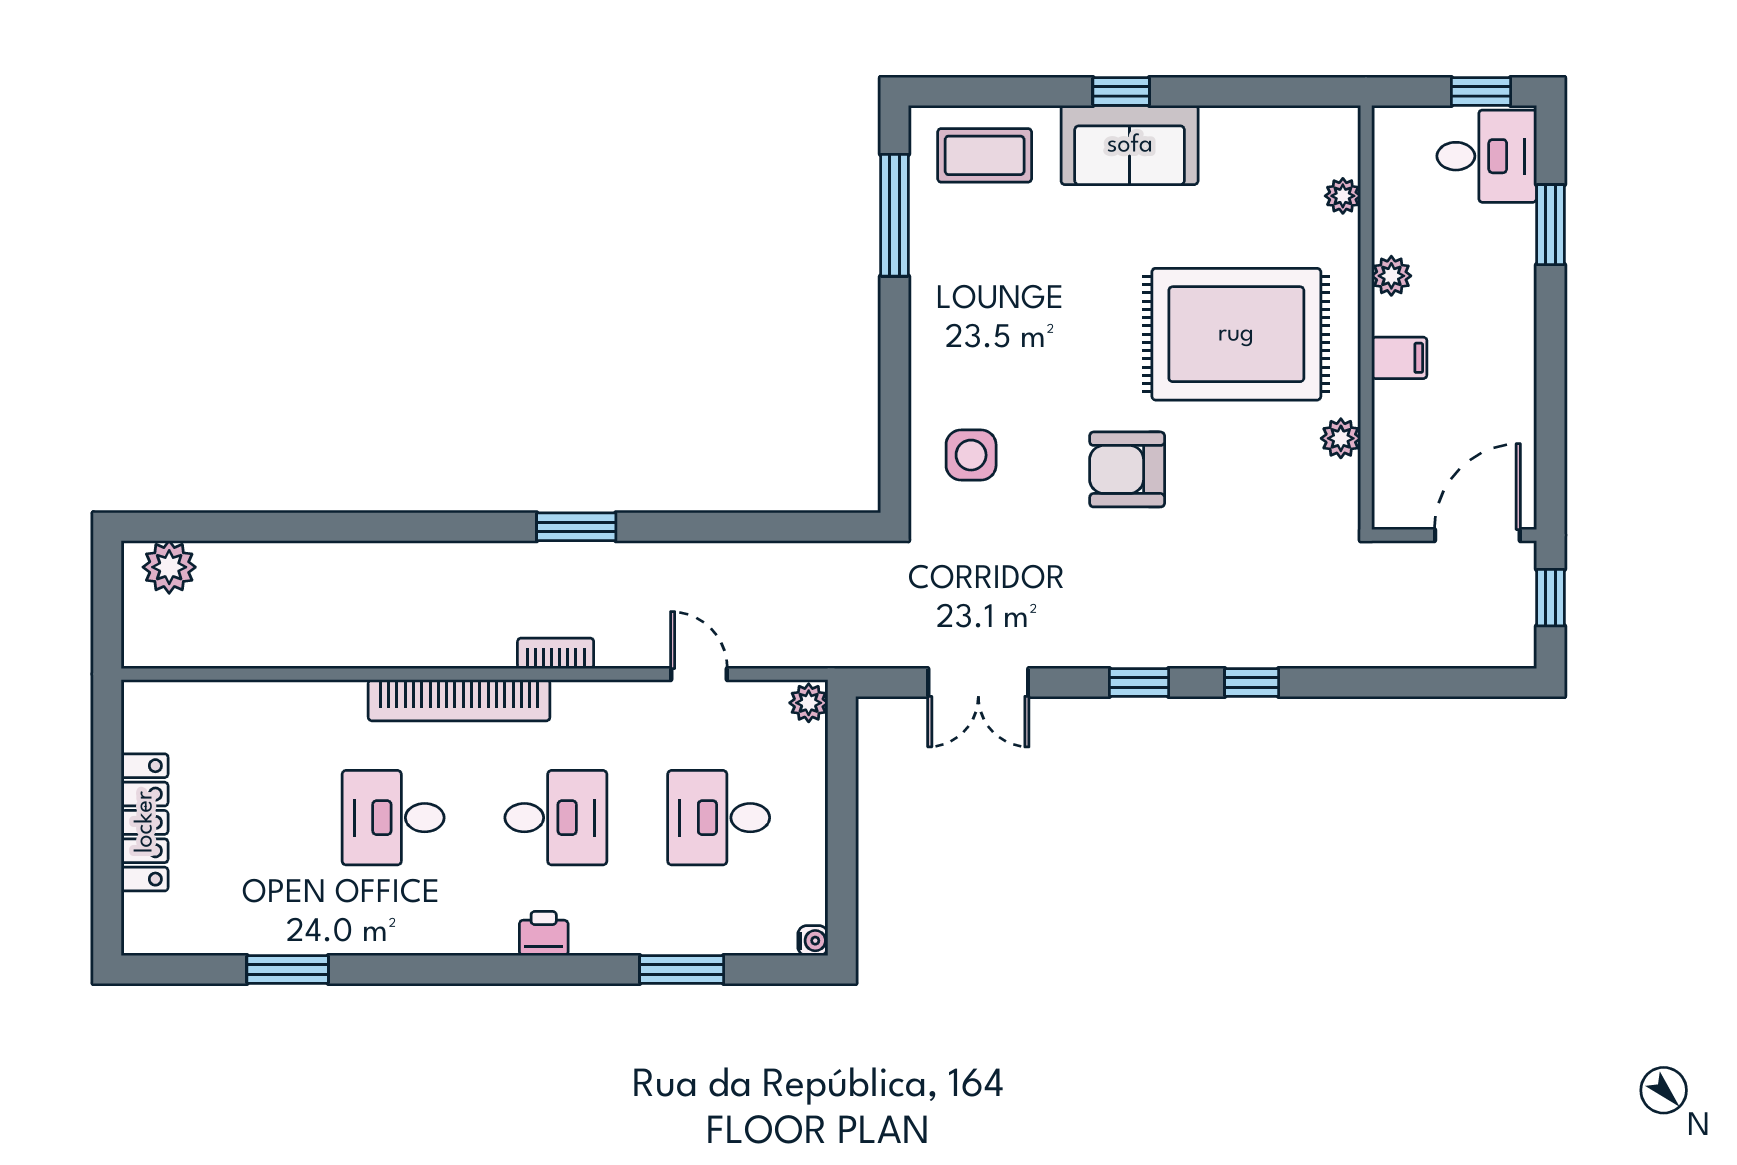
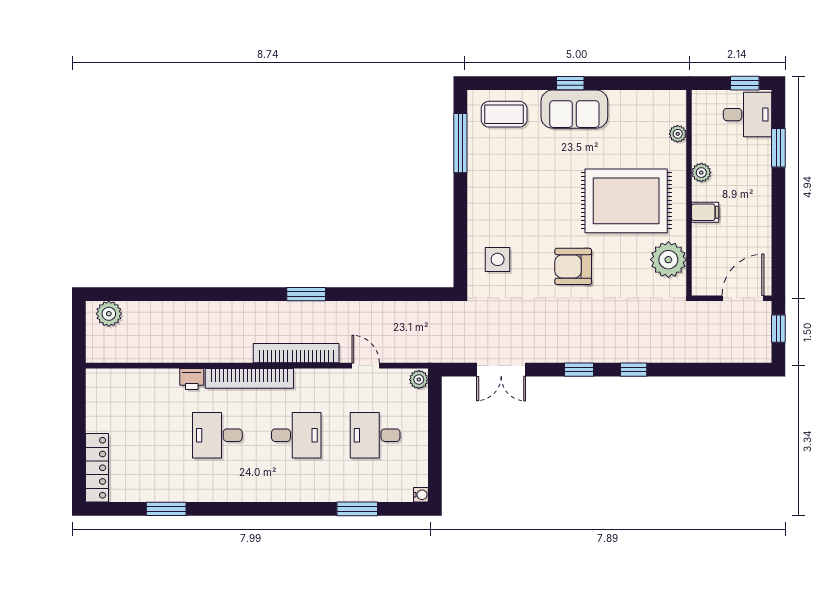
plant: (1341, 438) -> (668, 260), width x1.87, depth x1.87
bookcase: (556, 653) -> (296, 353), width x2.31, depth x1.31
locker: (145, 822) -> (97, 468), moved
printer: (544, 934) -> (192, 379), moved, turned 180

